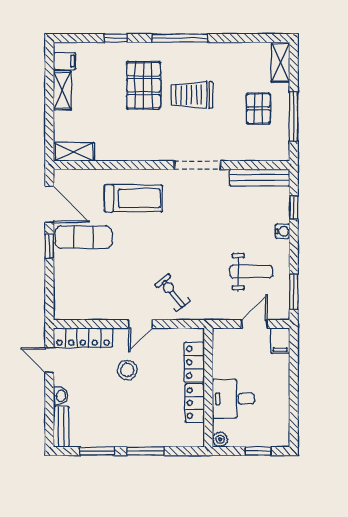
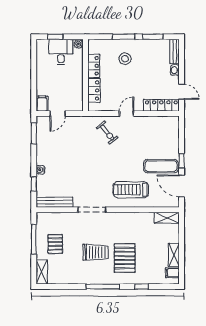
weight bench: (251, 272) -> (60, 145), removed
stool: (127, 370) -> (125, 59), moved
desk: (233, 399) -> (61, 52), moved, turned -90

